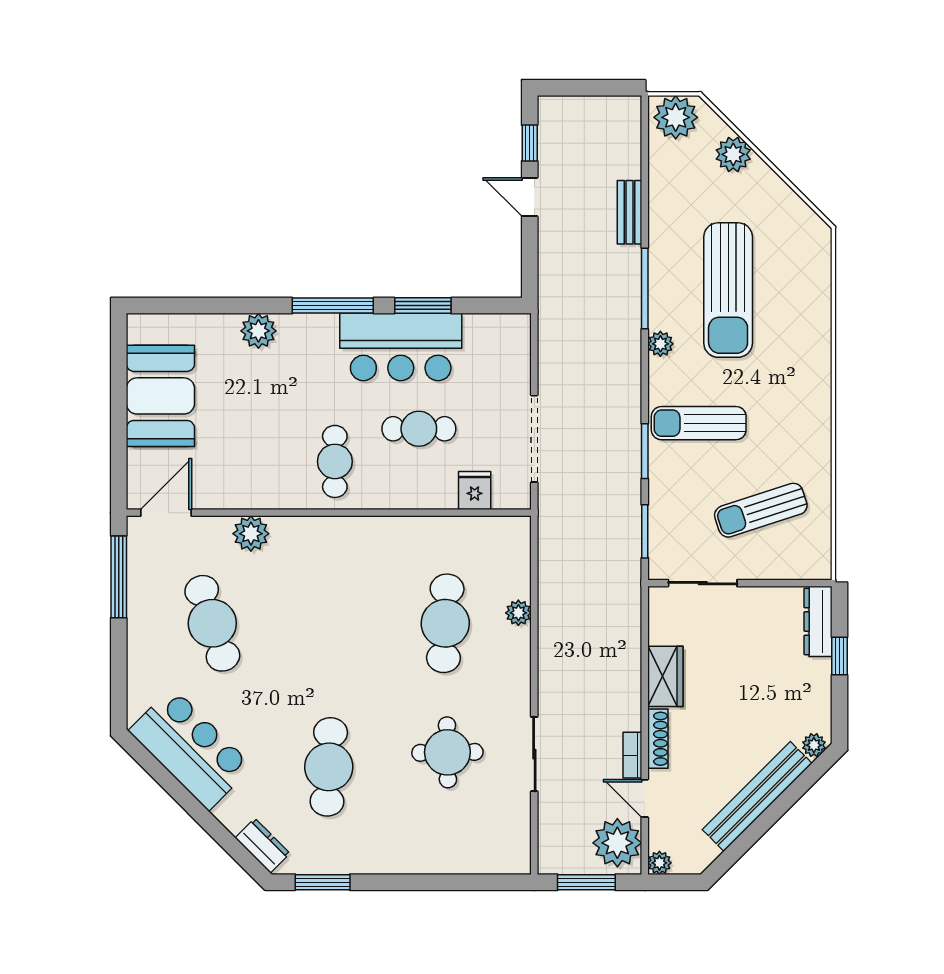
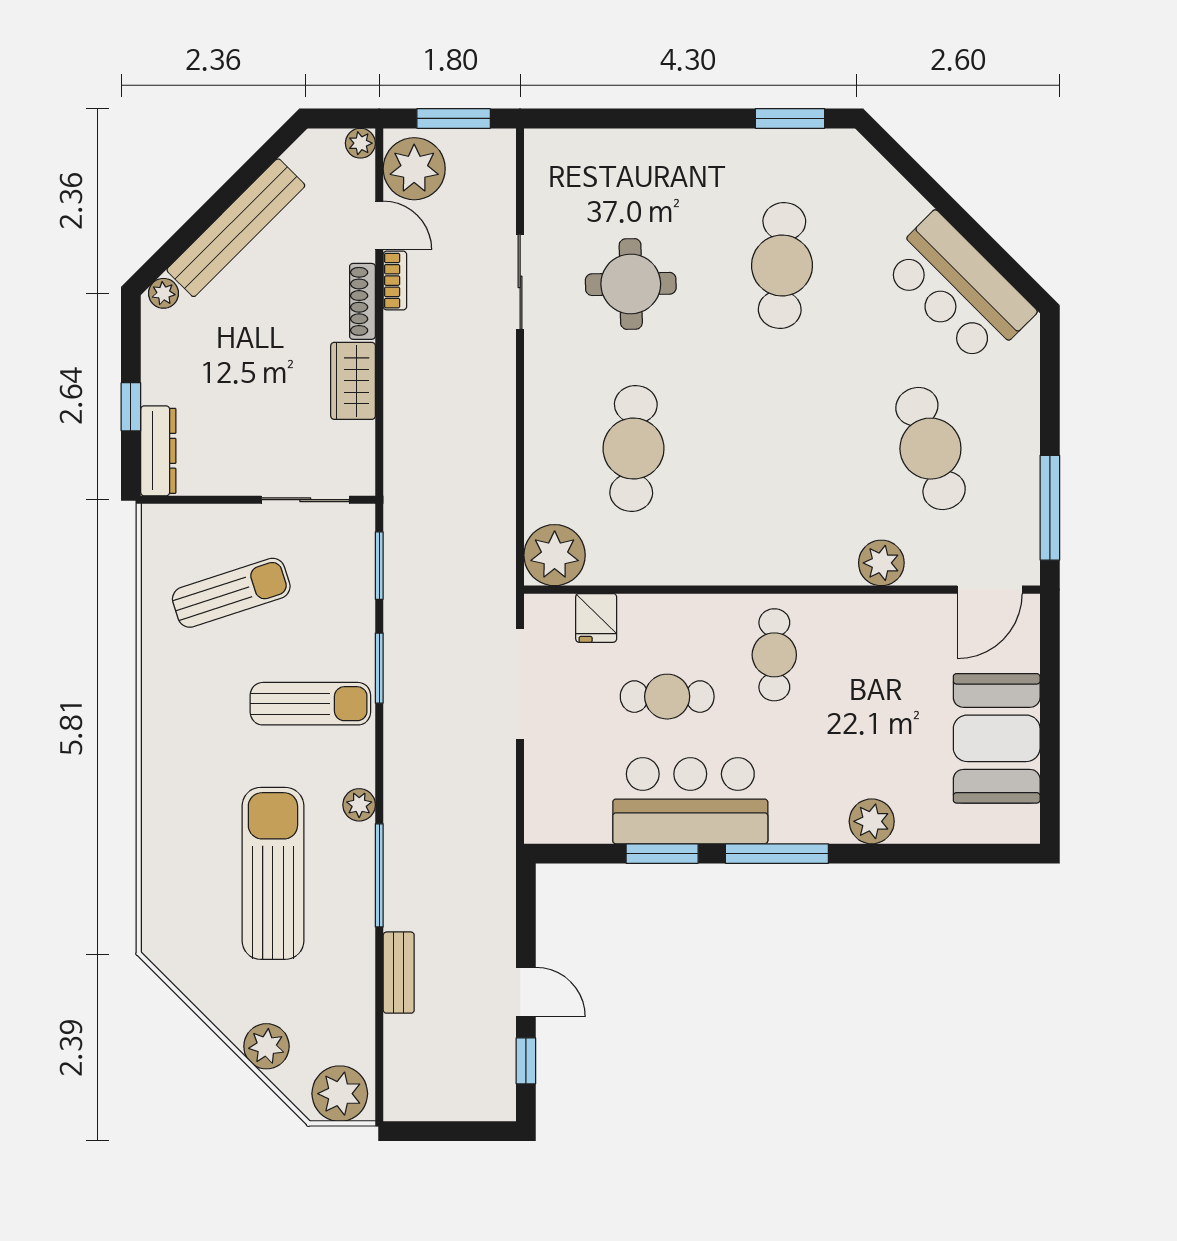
plant: (518, 613) -> (555, 555), moved, width x1.88, depth x1.88
dresser: (263, 846) -> (867, 165), removed

